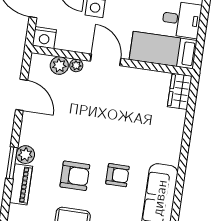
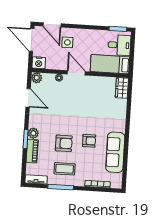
plant: (59, 66) -> (37, 78), moved

